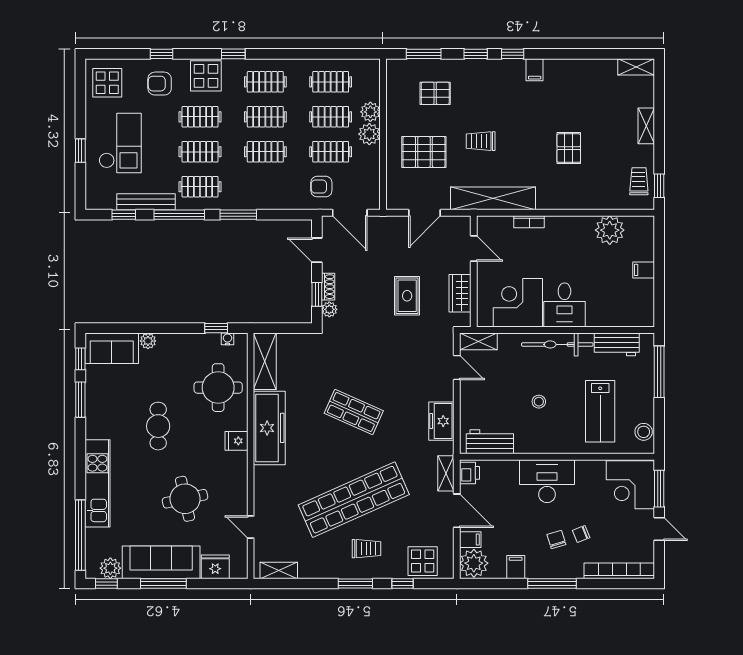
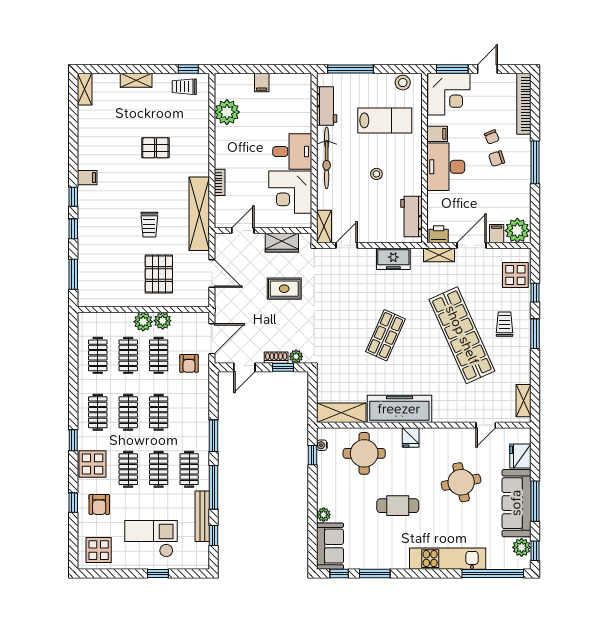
pallet: (435, 93) -> (108, 264), removed
plant: (370, 112) -> (163, 321), moved
filing cabinet: (516, 567) -> (437, 134), moved, turned 180

